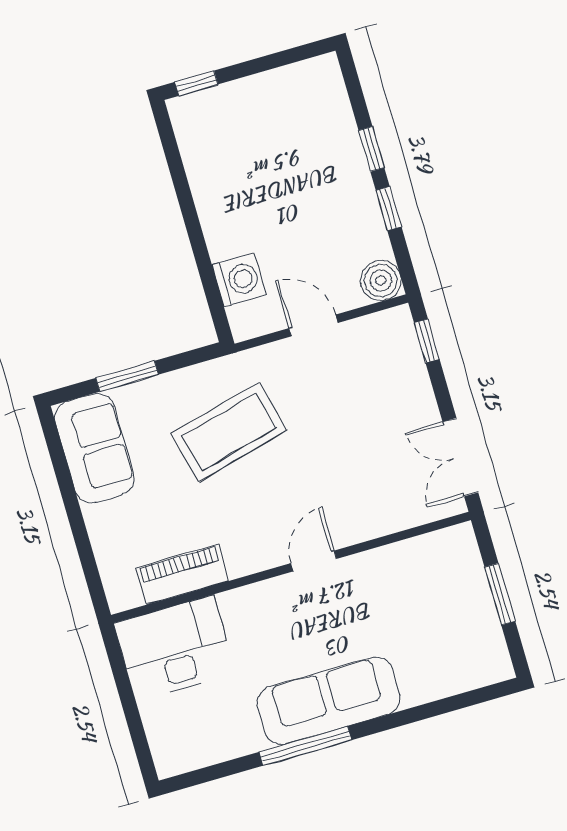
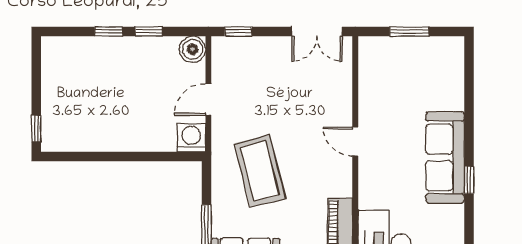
washing machine: (239, 280) -> (191, 138), moved
window: (305, 746) -> (469, 180), width x0.46

